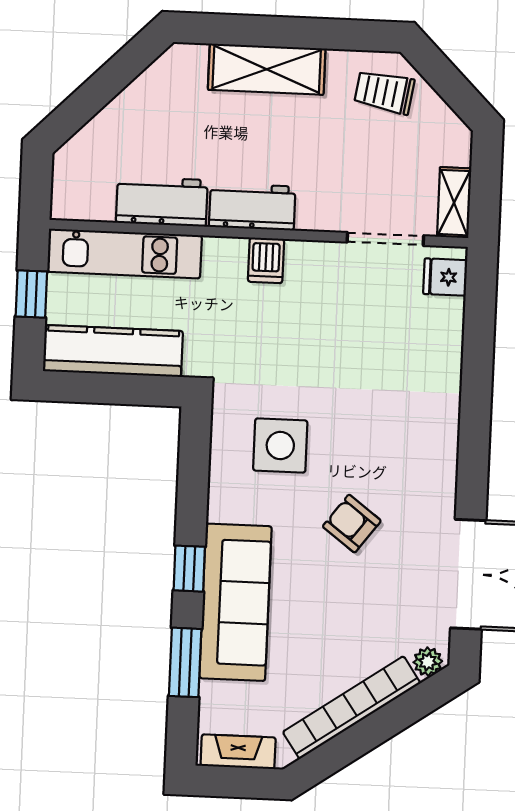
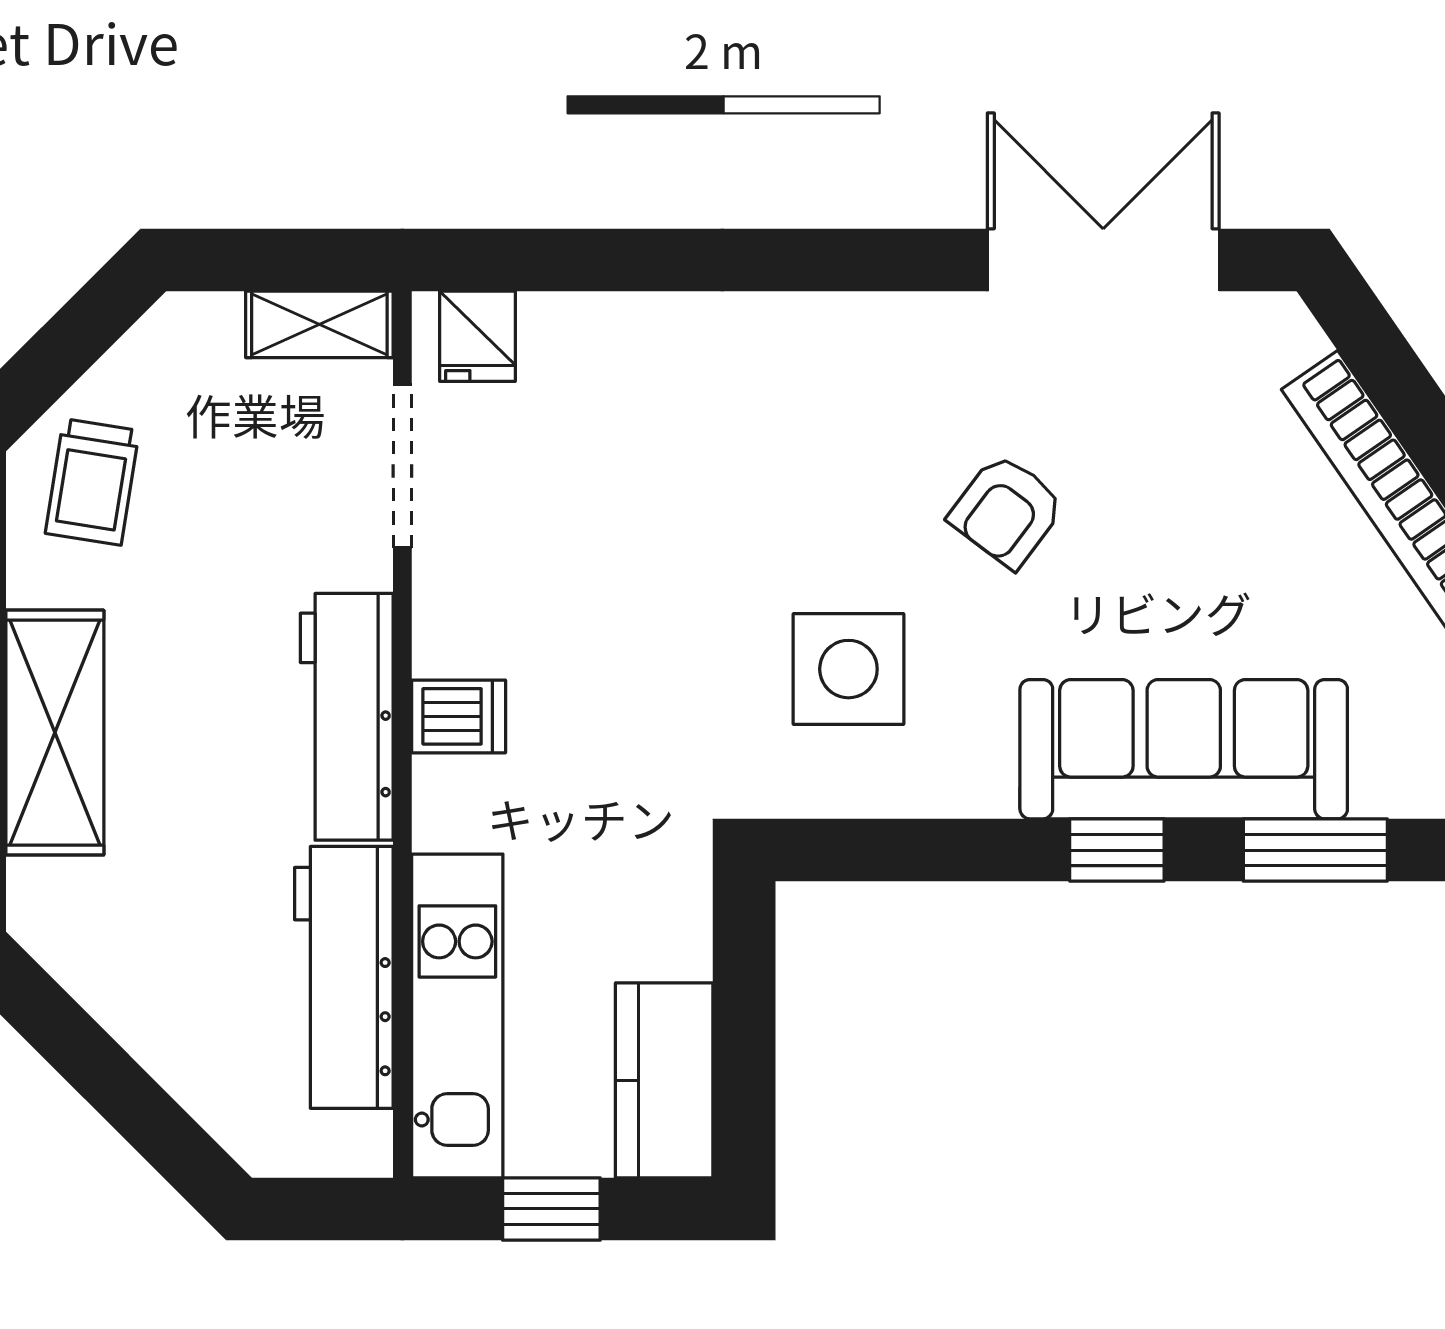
workbench: (162, 201) -> (344, 977), width x1.37
workbench: (252, 207) -> (347, 717), width x1.38
kitchen counter: (113, 351) -> (664, 1080), width x0.67
plant: (428, 662) -> (1292, 337), removed

